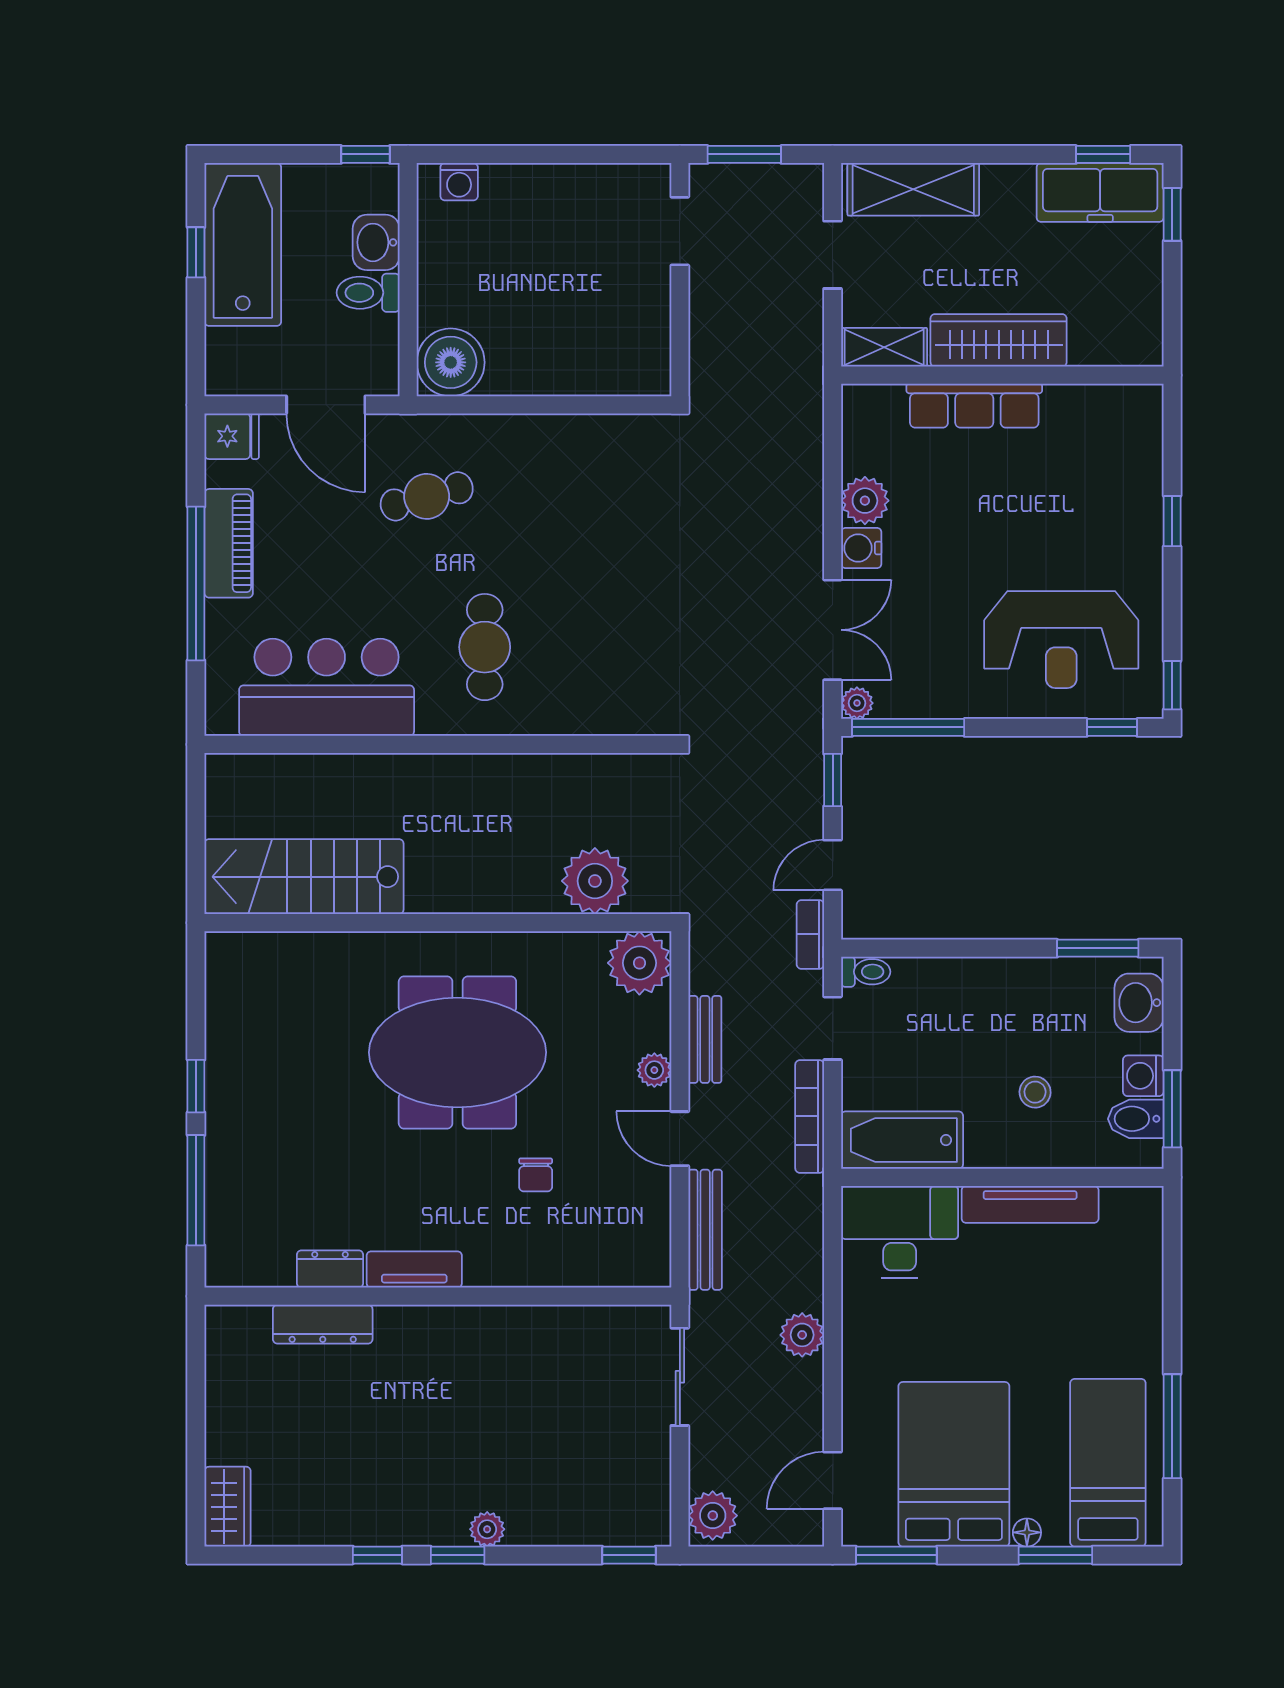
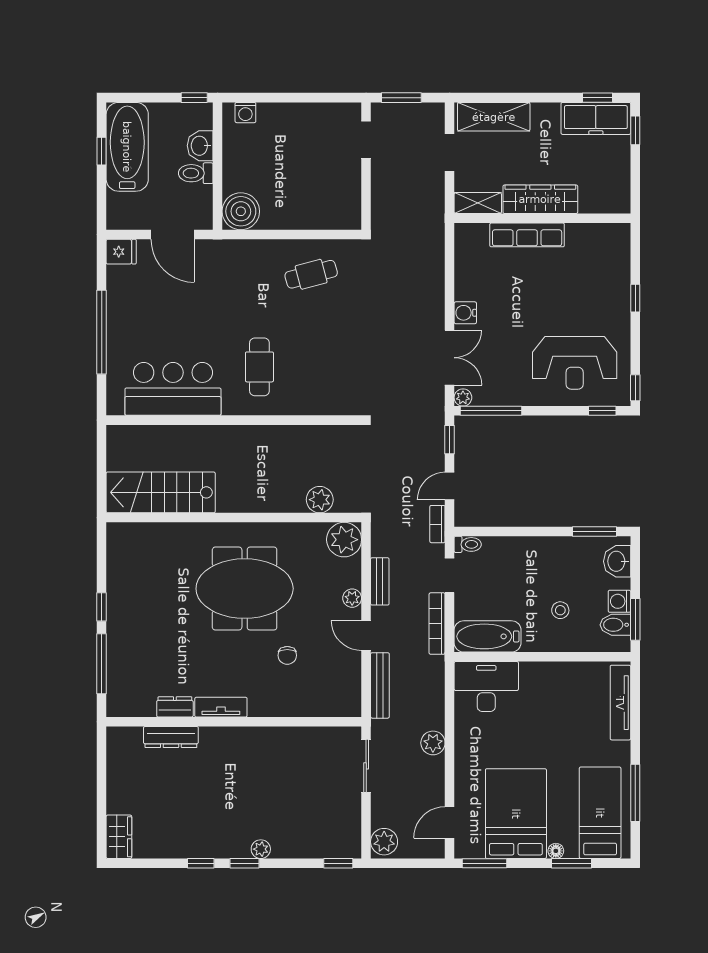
cafe table: (427, 496) -> (311, 274), moved
plant: (865, 501) -> (467, 287), removed
piano: (229, 543) -> (120, 310), removed
plant: (595, 881) -> (320, 500), width x0.73, depth x0.73
tv unit: (1030, 1204) -> (620, 703), moved, turned 90

